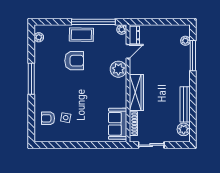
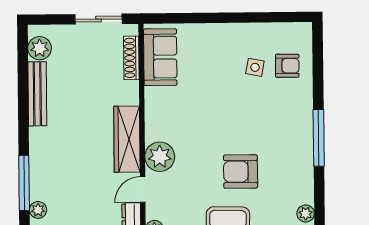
wardrobe: (136, 93) -> (127, 139), moved

